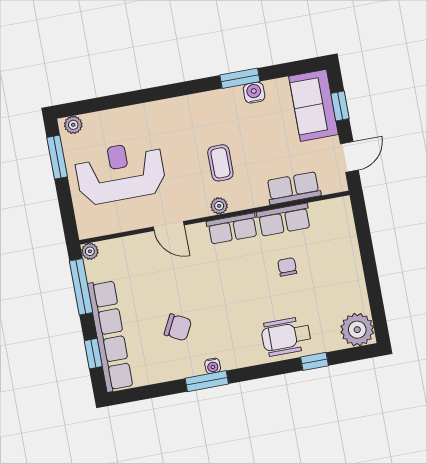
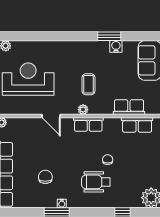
row of seats: (284, 220) -> (137, 125), moved
chair: (287, 267) -> (108, 160), moved
chair: (178, 327) -> (45, 177), turned -117
wheelchair: (286, 336) -> (96, 182), moved

